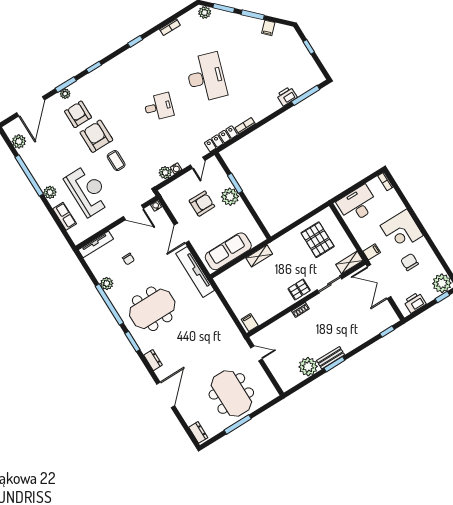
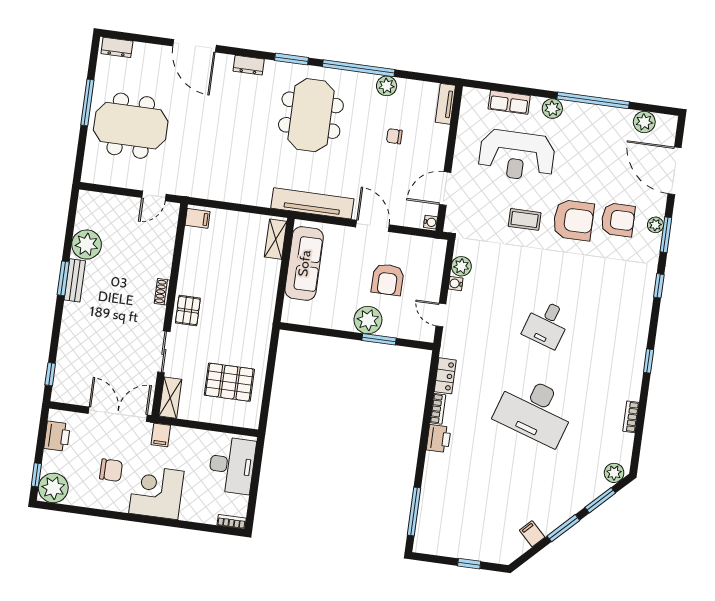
printer: (287, 96) -> (439, 439), moved
locker: (221, 139) -> (445, 376), width x0.66
tv unit: (96, 244) -> (445, 104), width x0.71
shelving: (259, 256) -> (276, 239), moved

